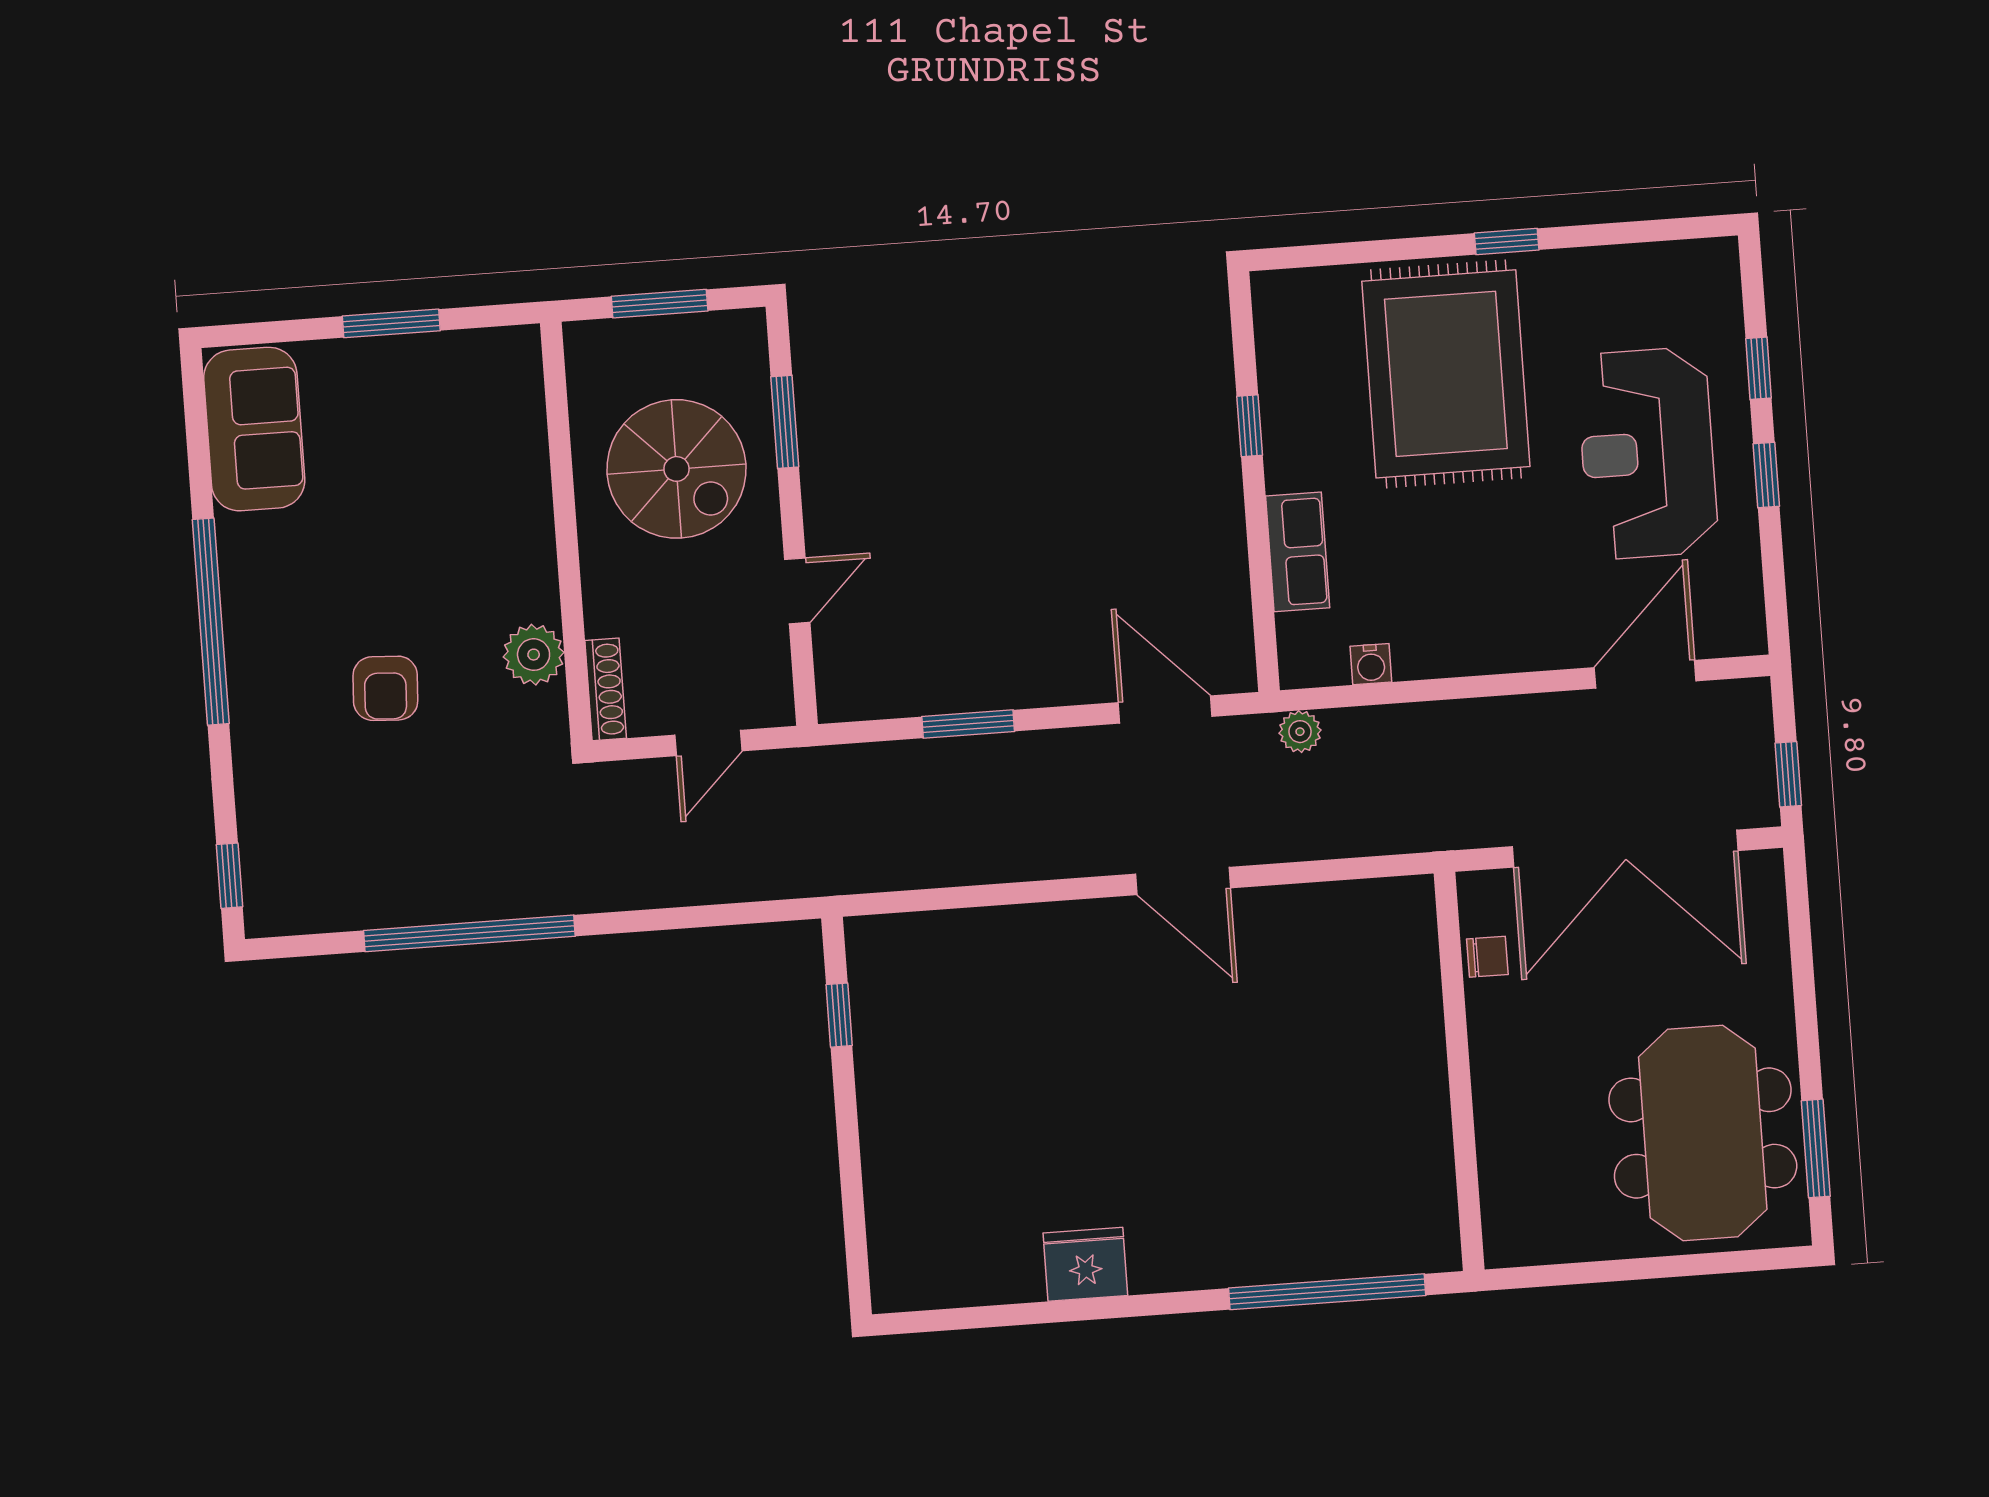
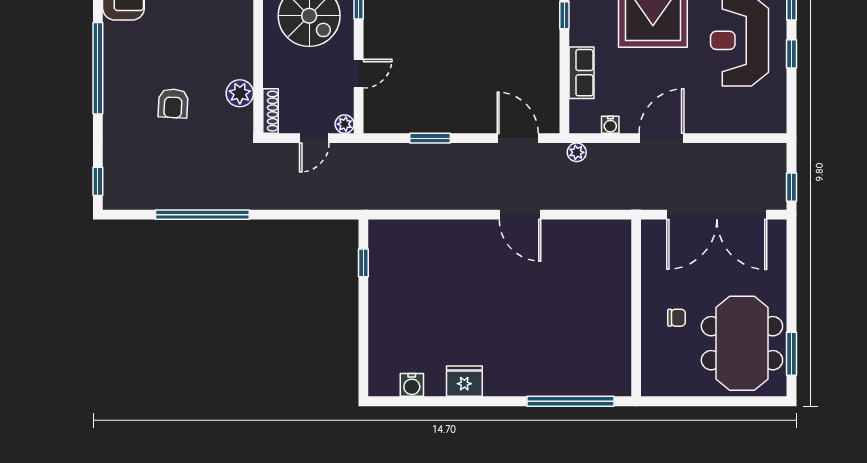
door: (1645, 674) -> (661, 138), moved
plant: (774, 706) -> (345, 124), added
chair: (1487, 957) -> (677, 318), moved
water cooler: (968, 1281) -> (412, 385), added

